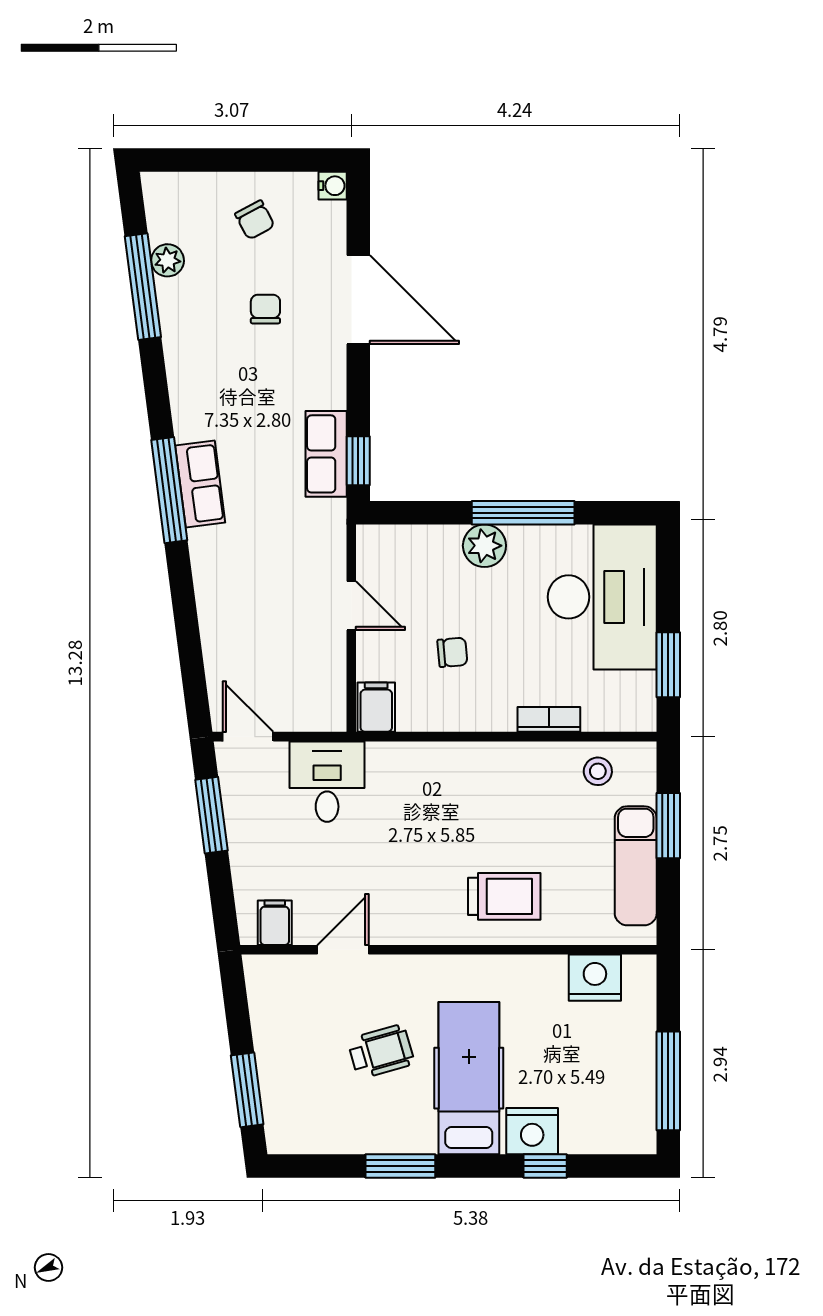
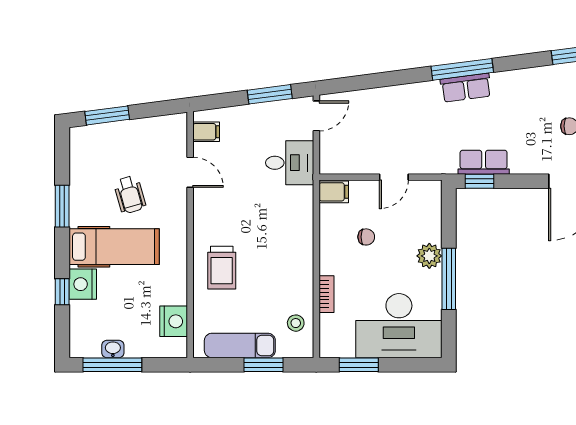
chair: (452, 652) -> (366, 237), turned -85
washbasin: (642, 1080) -> (113, 349), added

